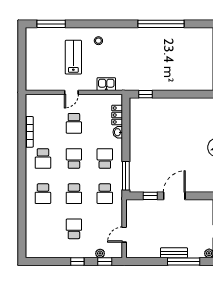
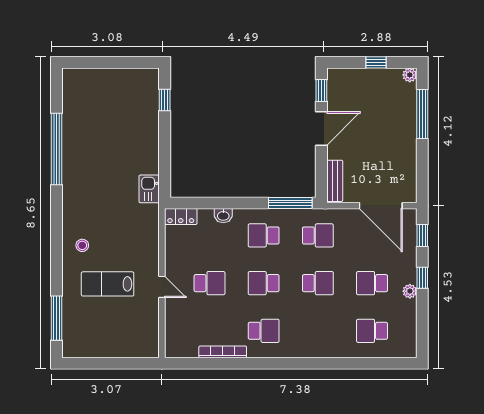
kitchen sink: (106, 84) -> (149, 189), moved
window: (146, 94) -> (165, 100), moved
locker: (117, 115) -> (181, 216), moved
school desk: (43, 194) -> (372, 331), moved, turned 180
window: (150, 196) -> (321, 90), moved
door: (174, 196) -> (321, 128), swing flipped
door: (124, 235) -> (381, 206), width x1.87
plant: (100, 253) -> (410, 291), moved
bench: (174, 253) -> (335, 181), moved

